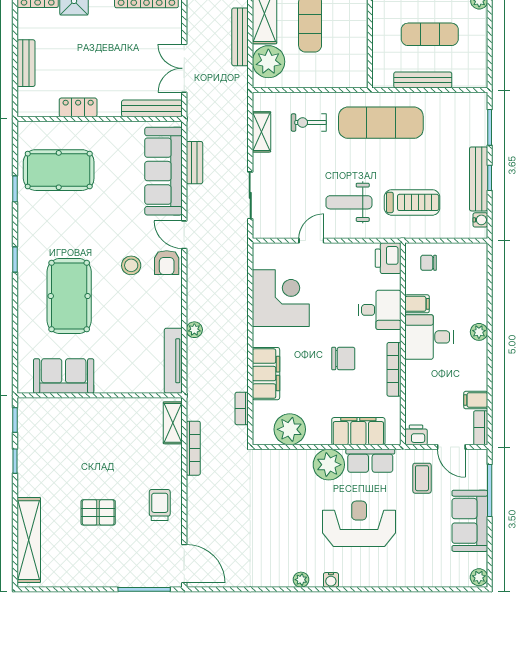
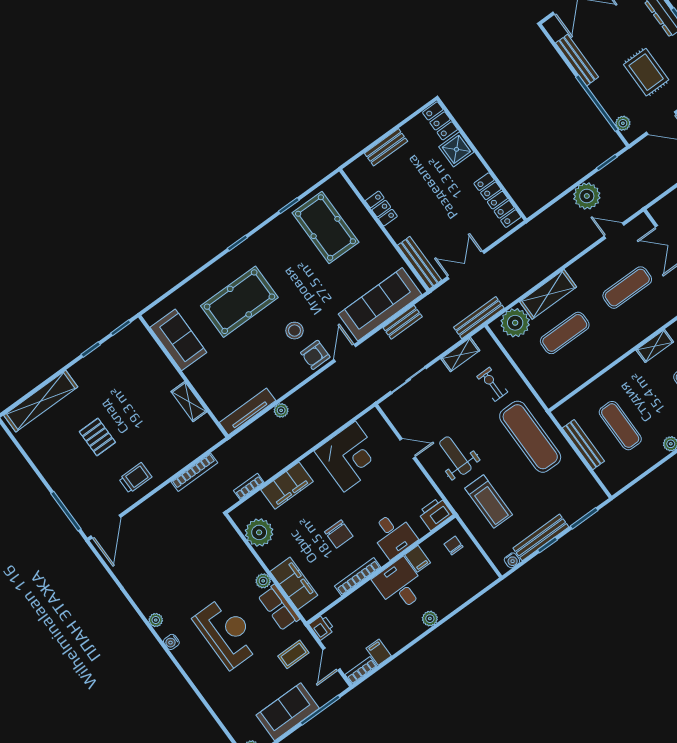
bench: (240, 37) -> (479, 318), moved
shelving: (173, 423) -> (189, 402), moved, turned 90
plant: (329, 465) -> (263, 581), width x0.53, depth x0.53

